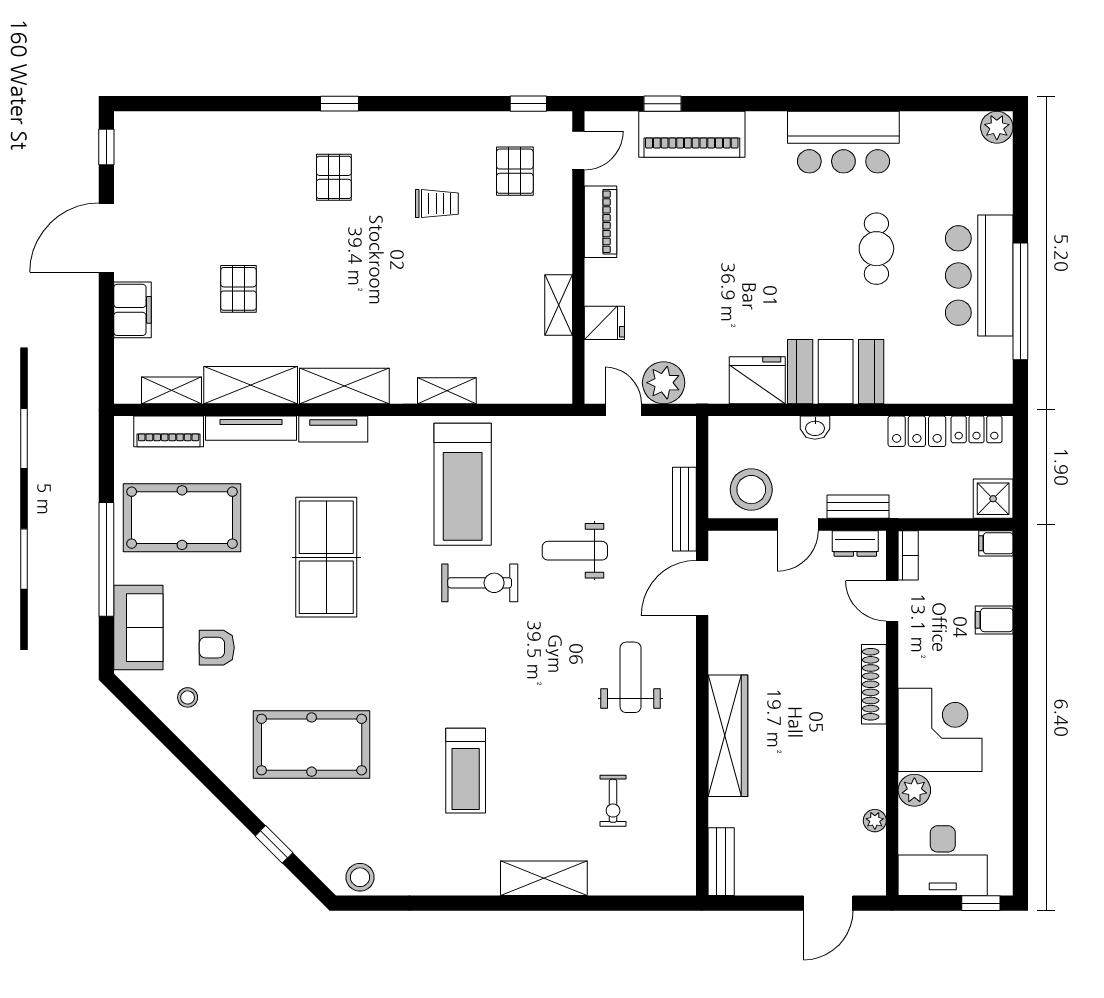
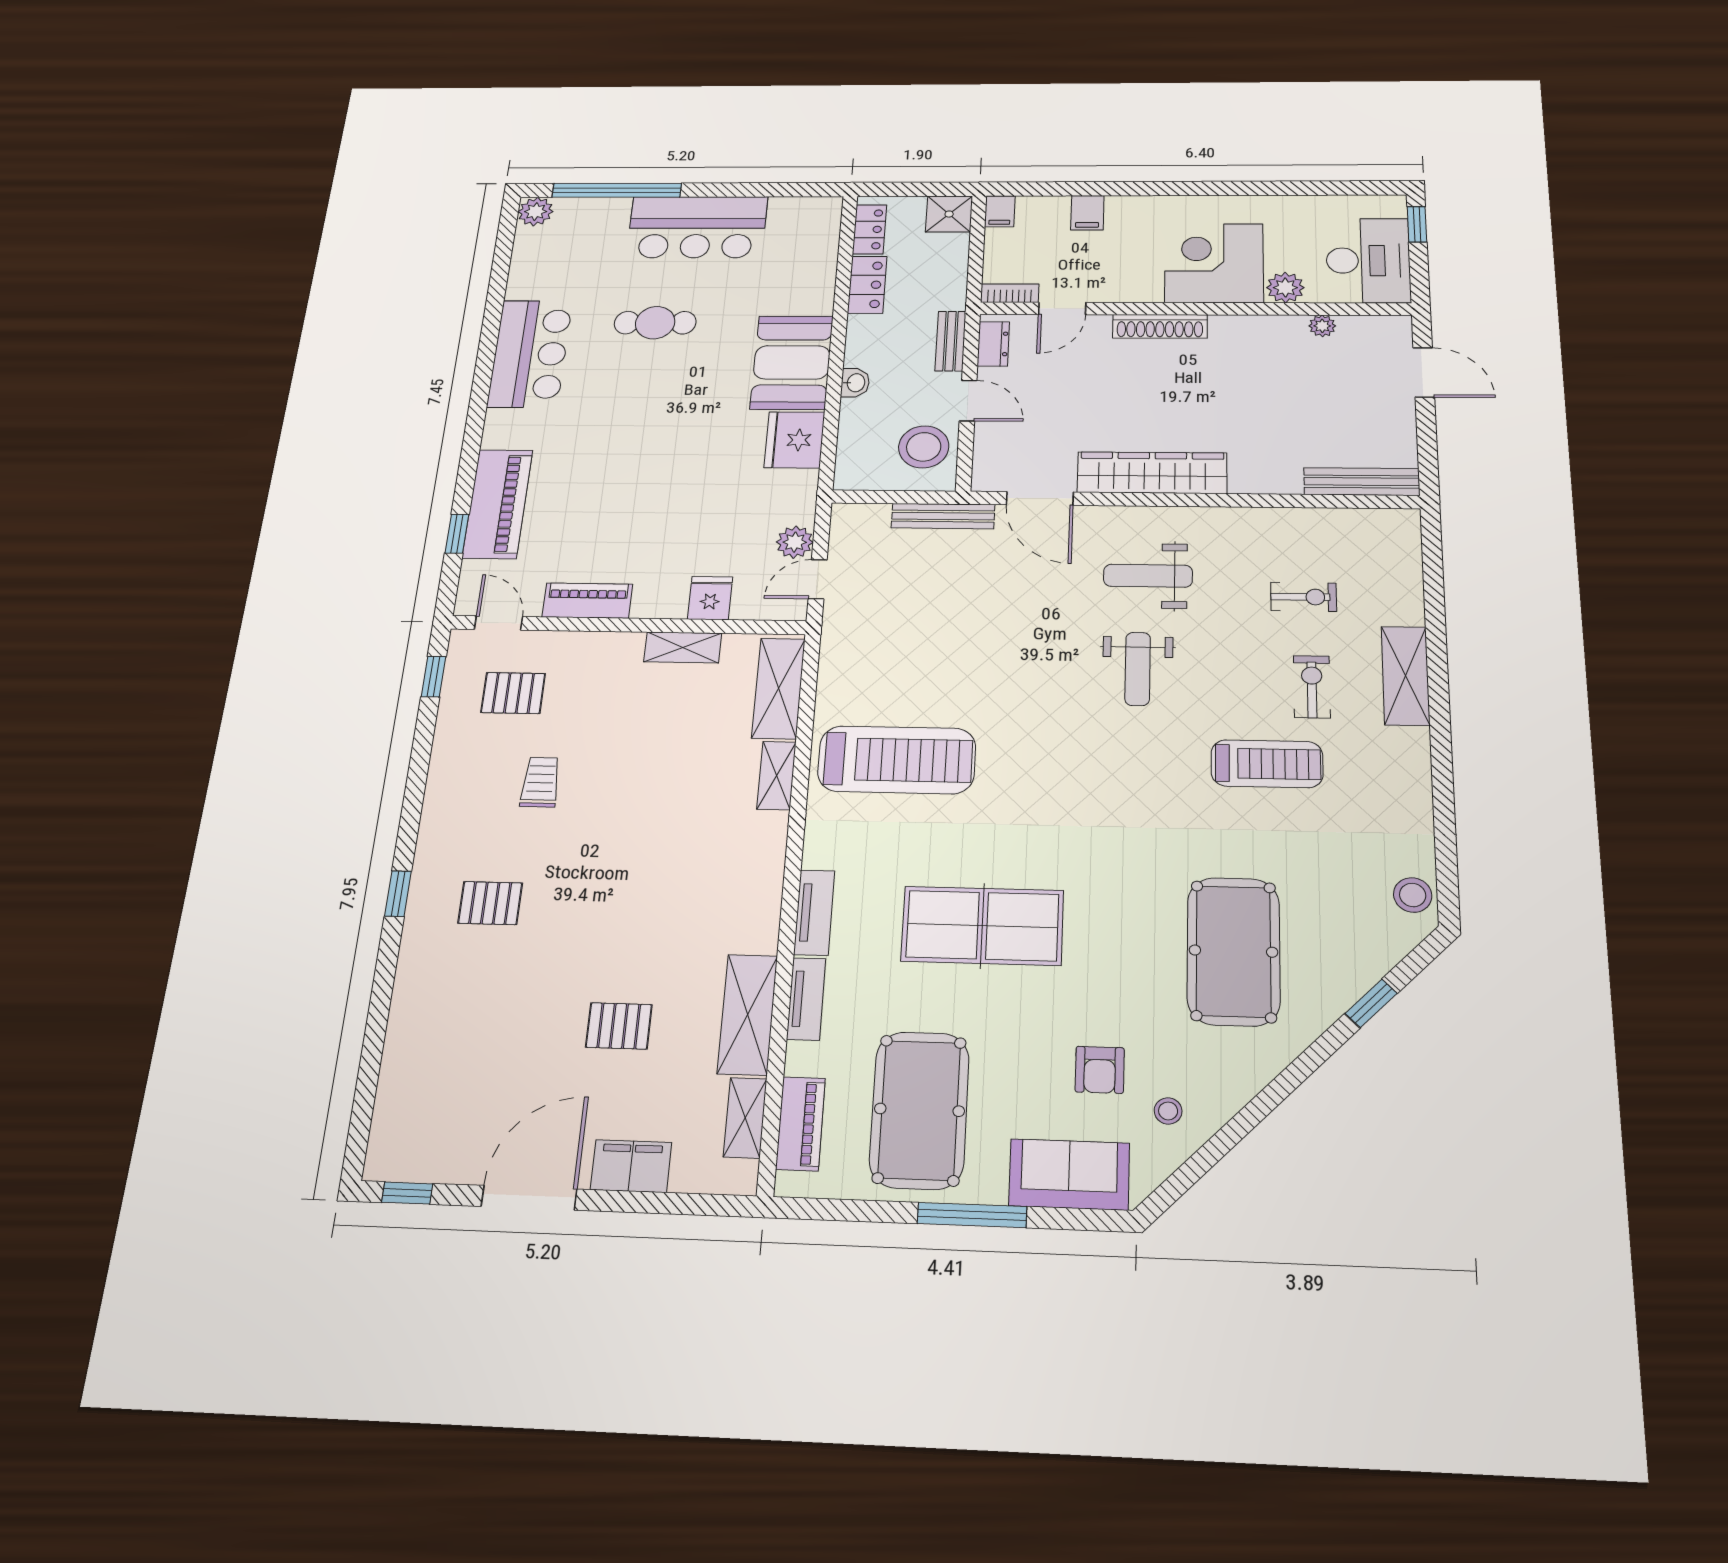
door: (106, 238) -> (529, 1198), swing flipped
window: (1020, 301) -> (617, 190), moved
plant: (664, 383) -> (795, 542), width x0.73, depth x0.73
shelving: (344, 386) -> (778, 688), moved
tv unit: (251, 428) -> (806, 999), width x0.71
weight bench: (575, 551) -> (1138, 669), moved
window: (106, 559) -> (972, 1215), width x0.68
exercise bike: (480, 583) -> (1312, 687), moved, width x0.73, depth x0.72
wardrobe: (728, 736) -> (1152, 473), moved
bench: (721, 862) -> (1362, 482), width x1.36

